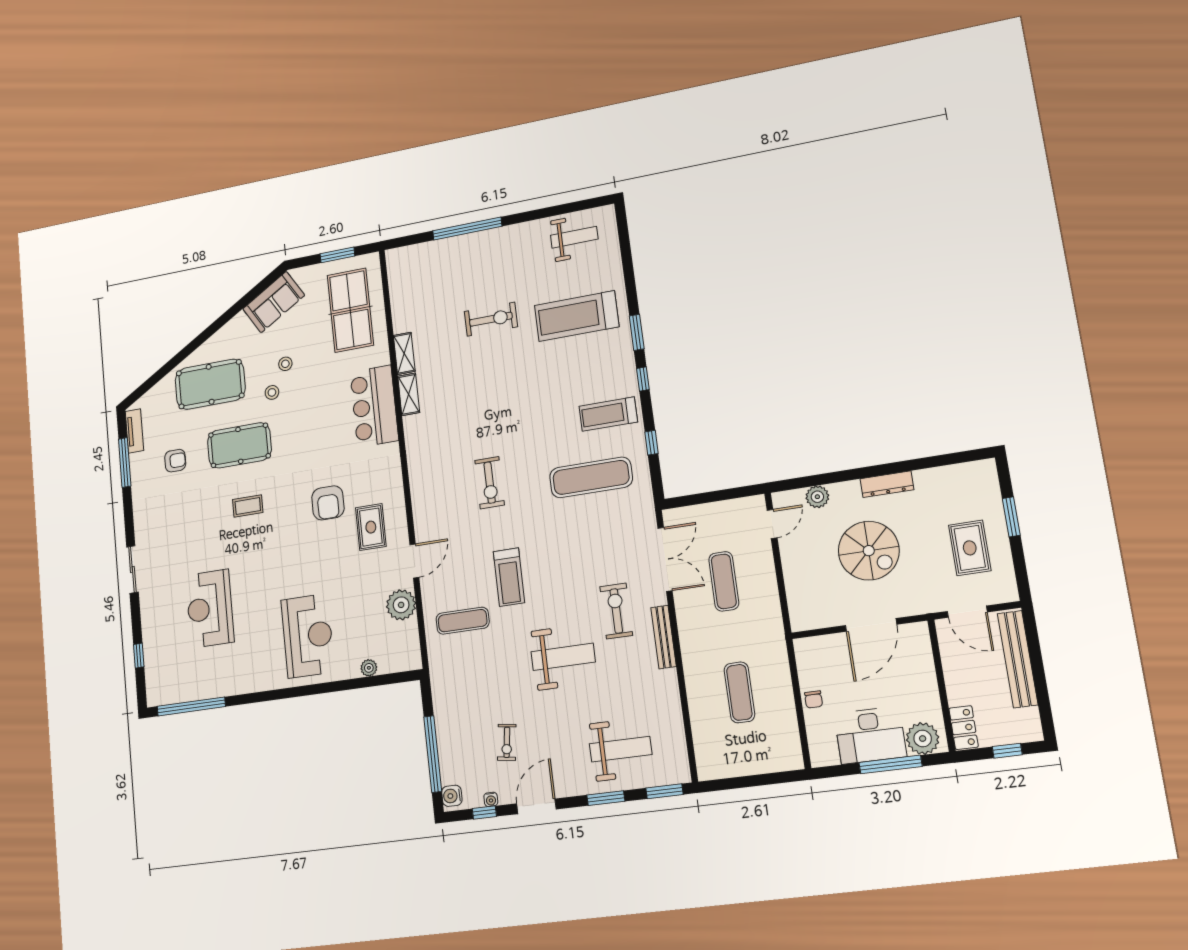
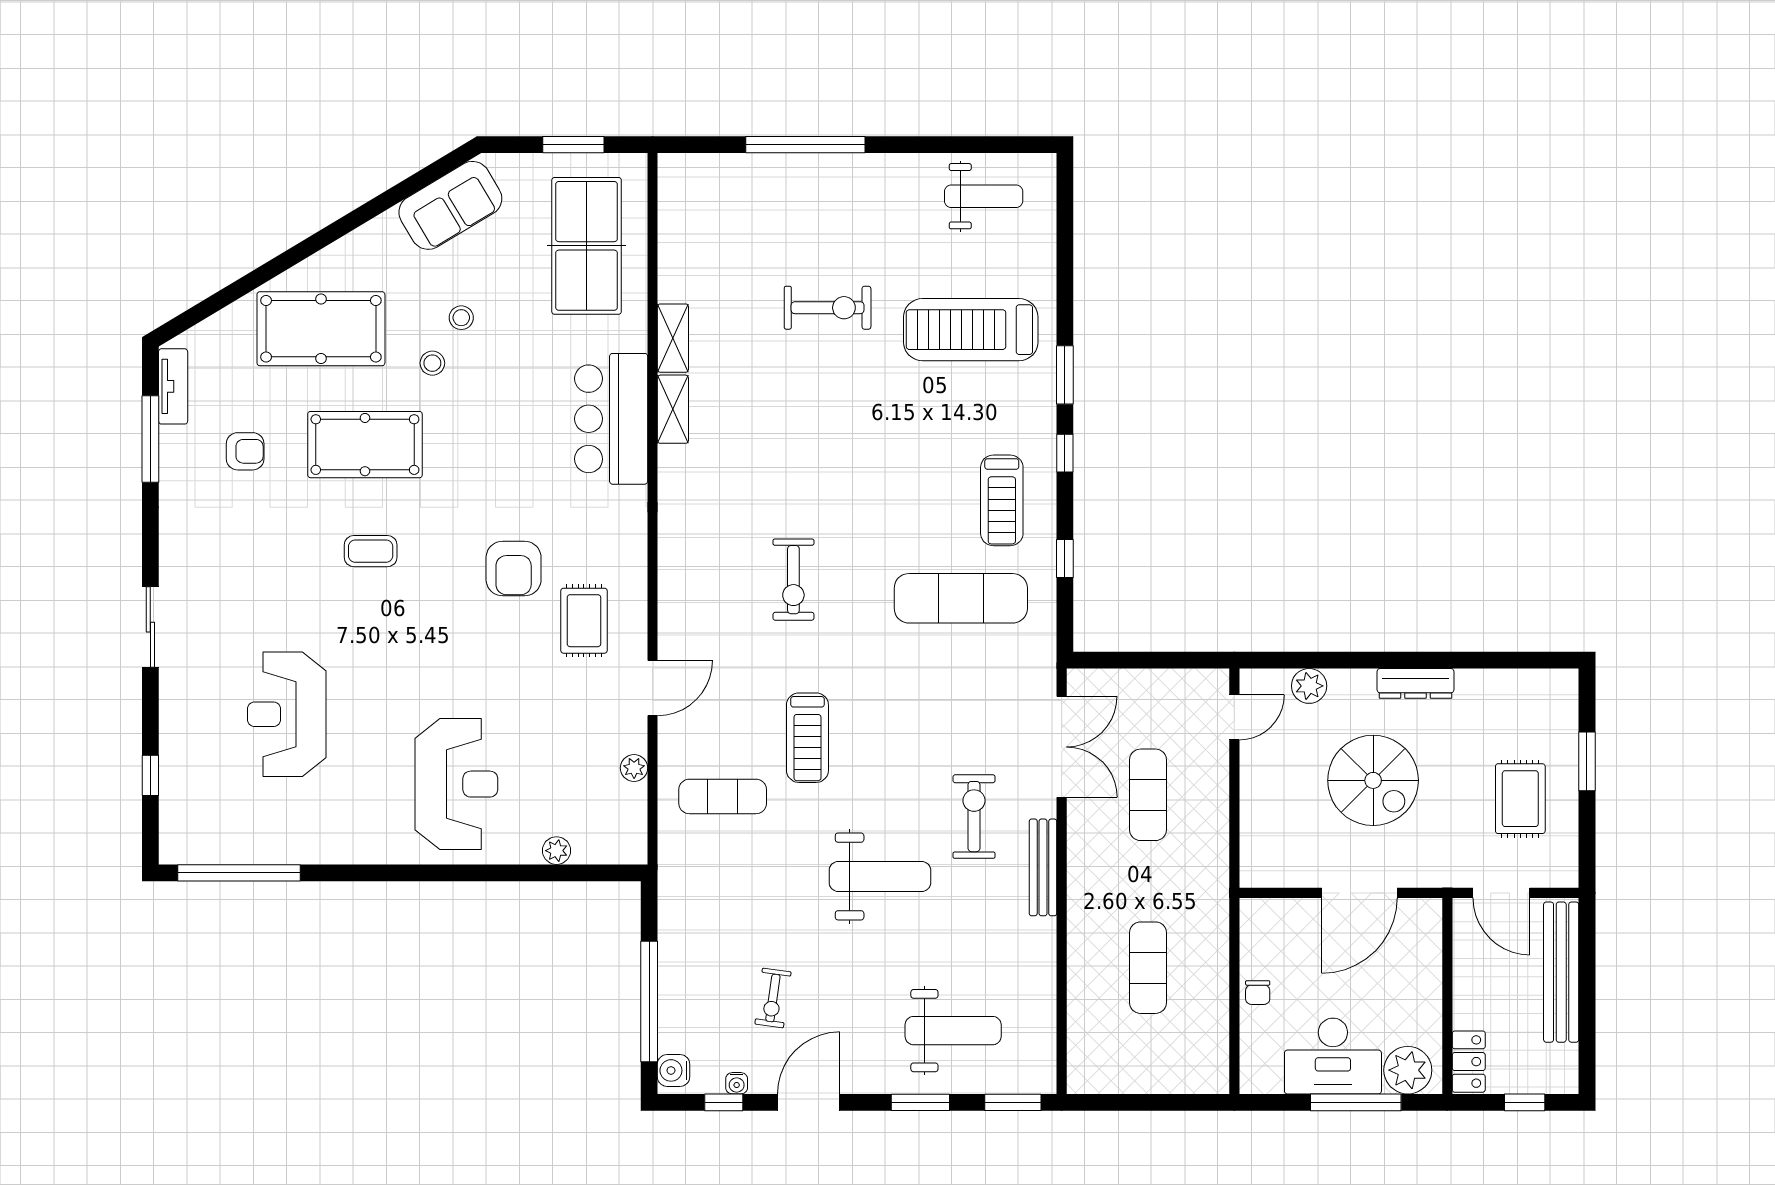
treadmill: (608, 414) -> (1002, 500), turned -90
plant: (401, 605) -> (634, 768), width x0.53, depth x0.53

